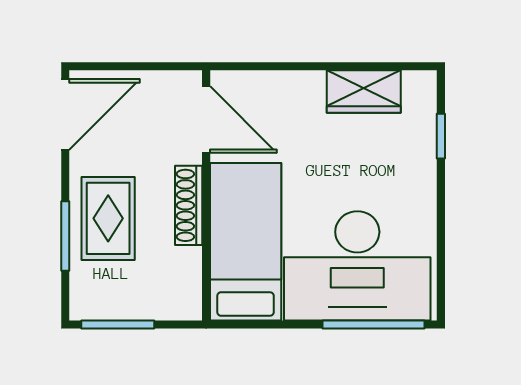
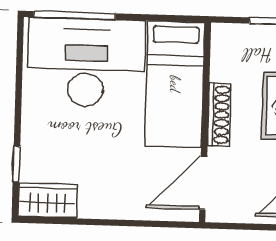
wardrobe: (364, 91) -> (48, 200), moved
door: (206, 119) -> (203, 183), hinge flipped

